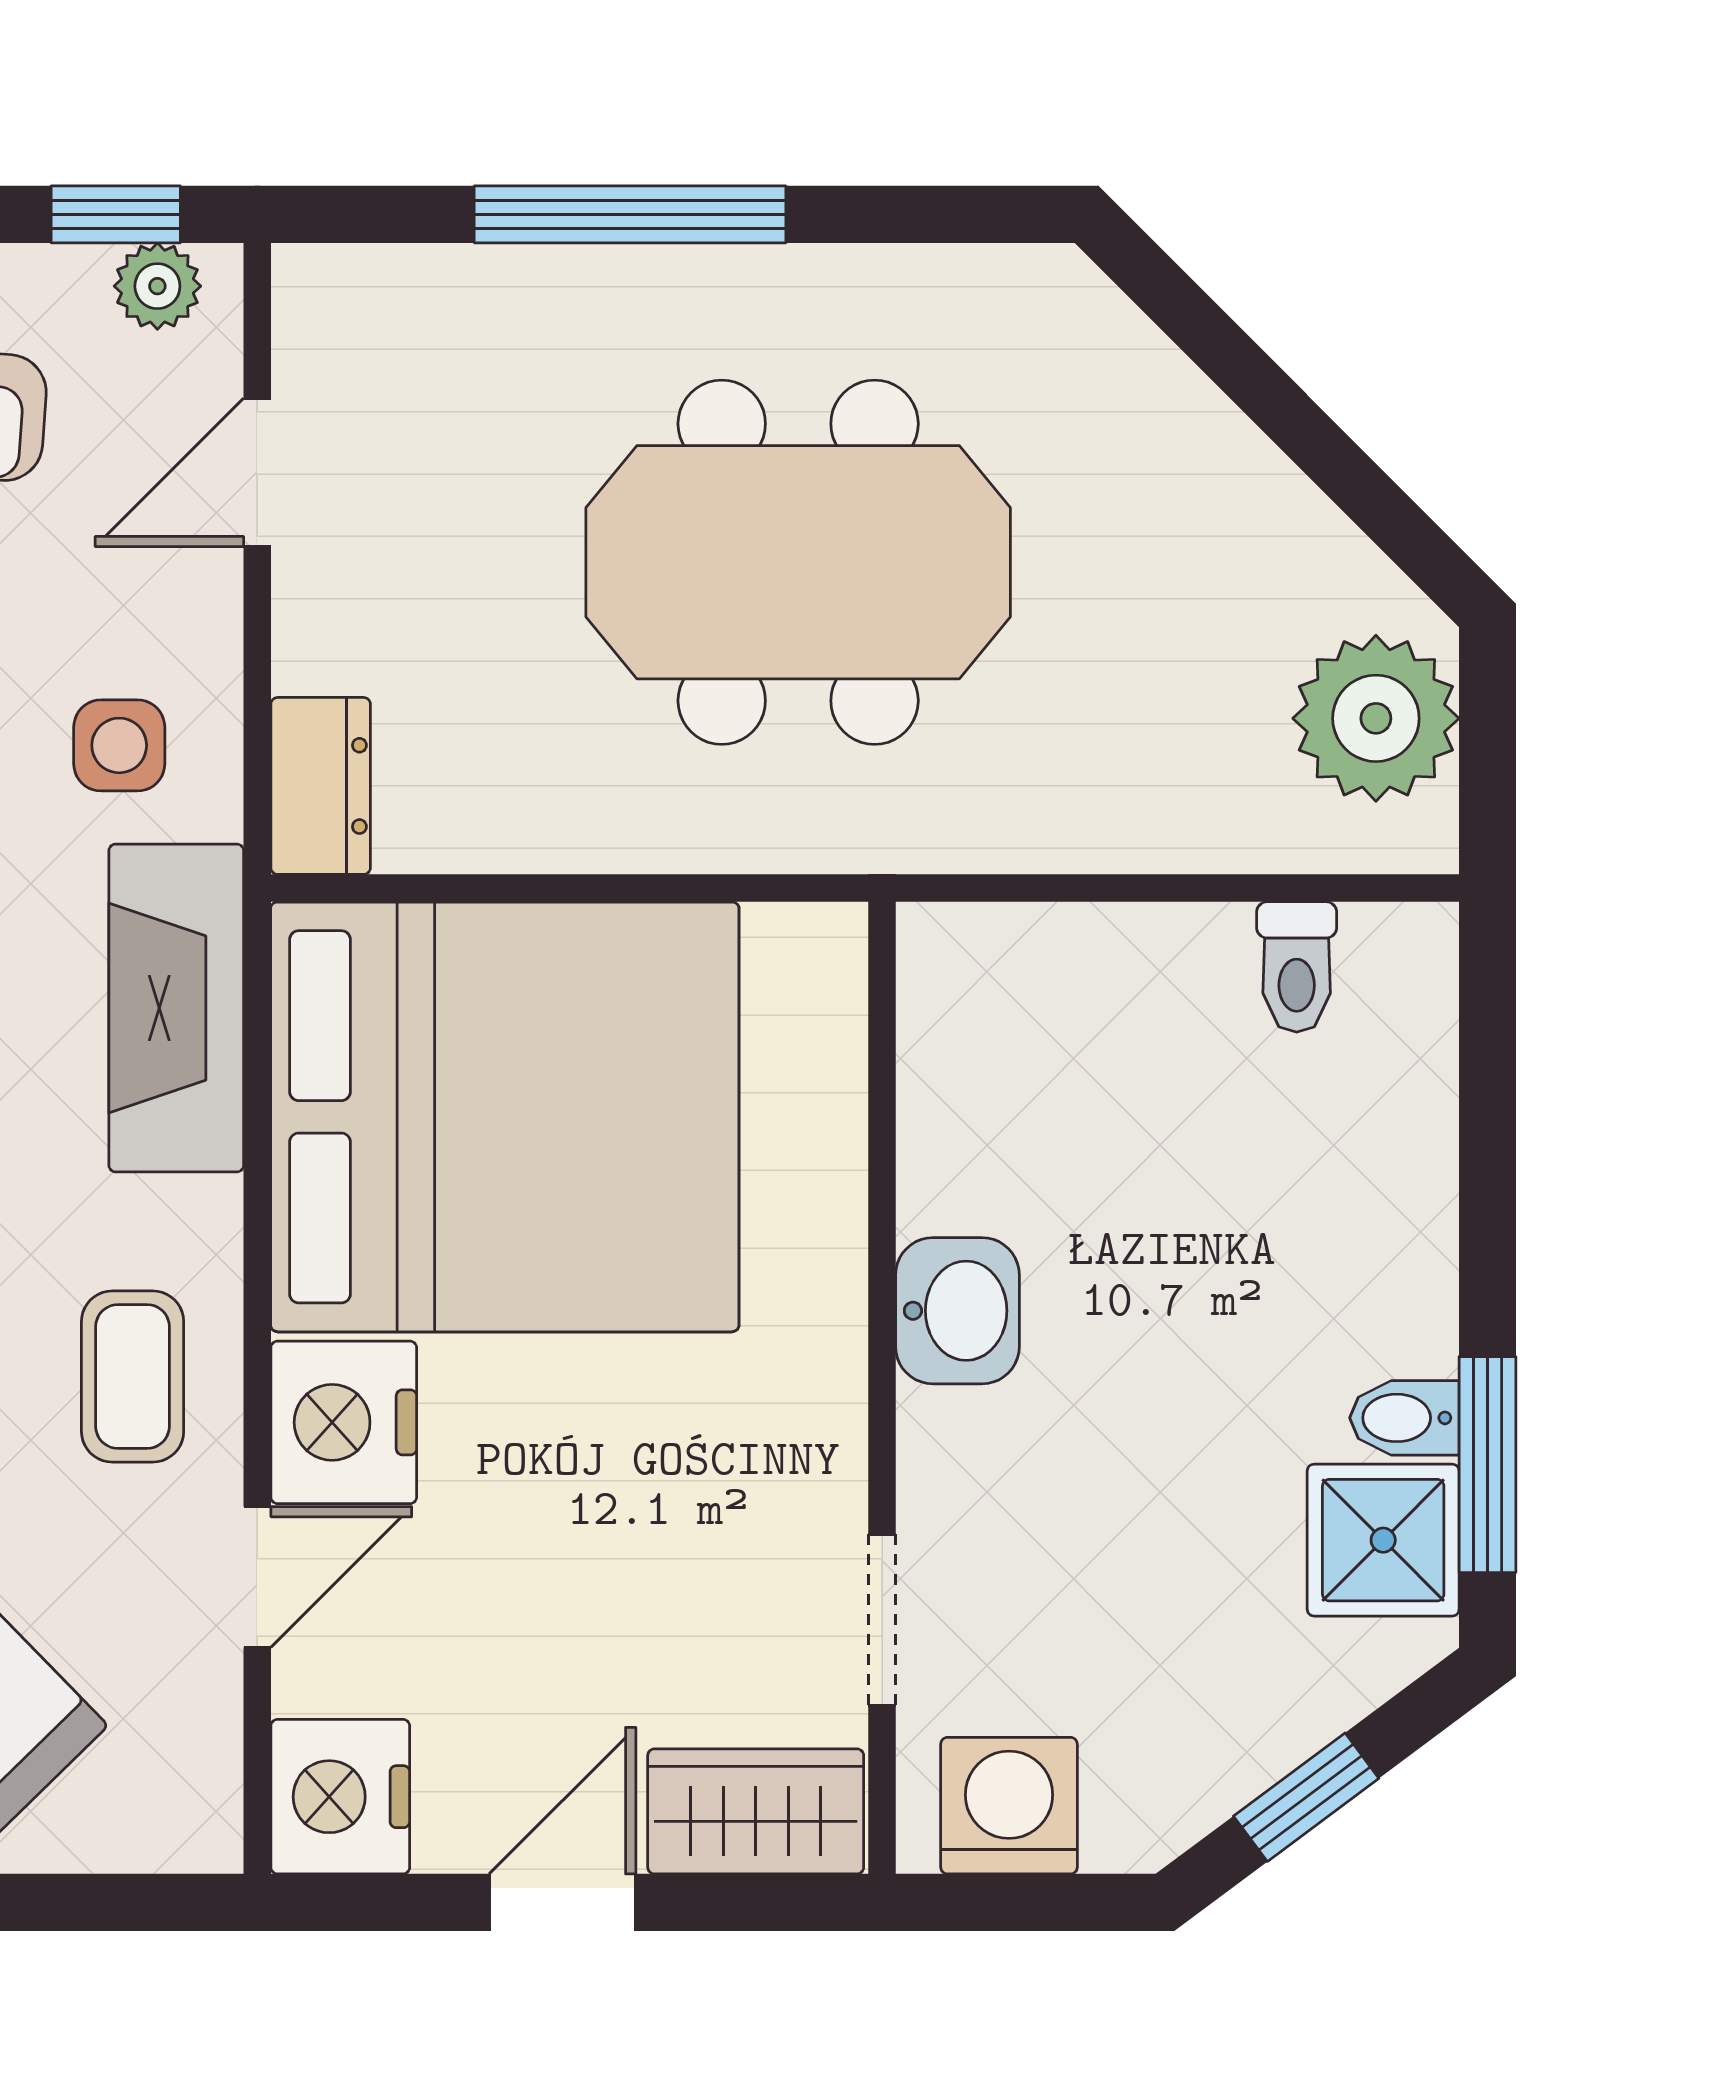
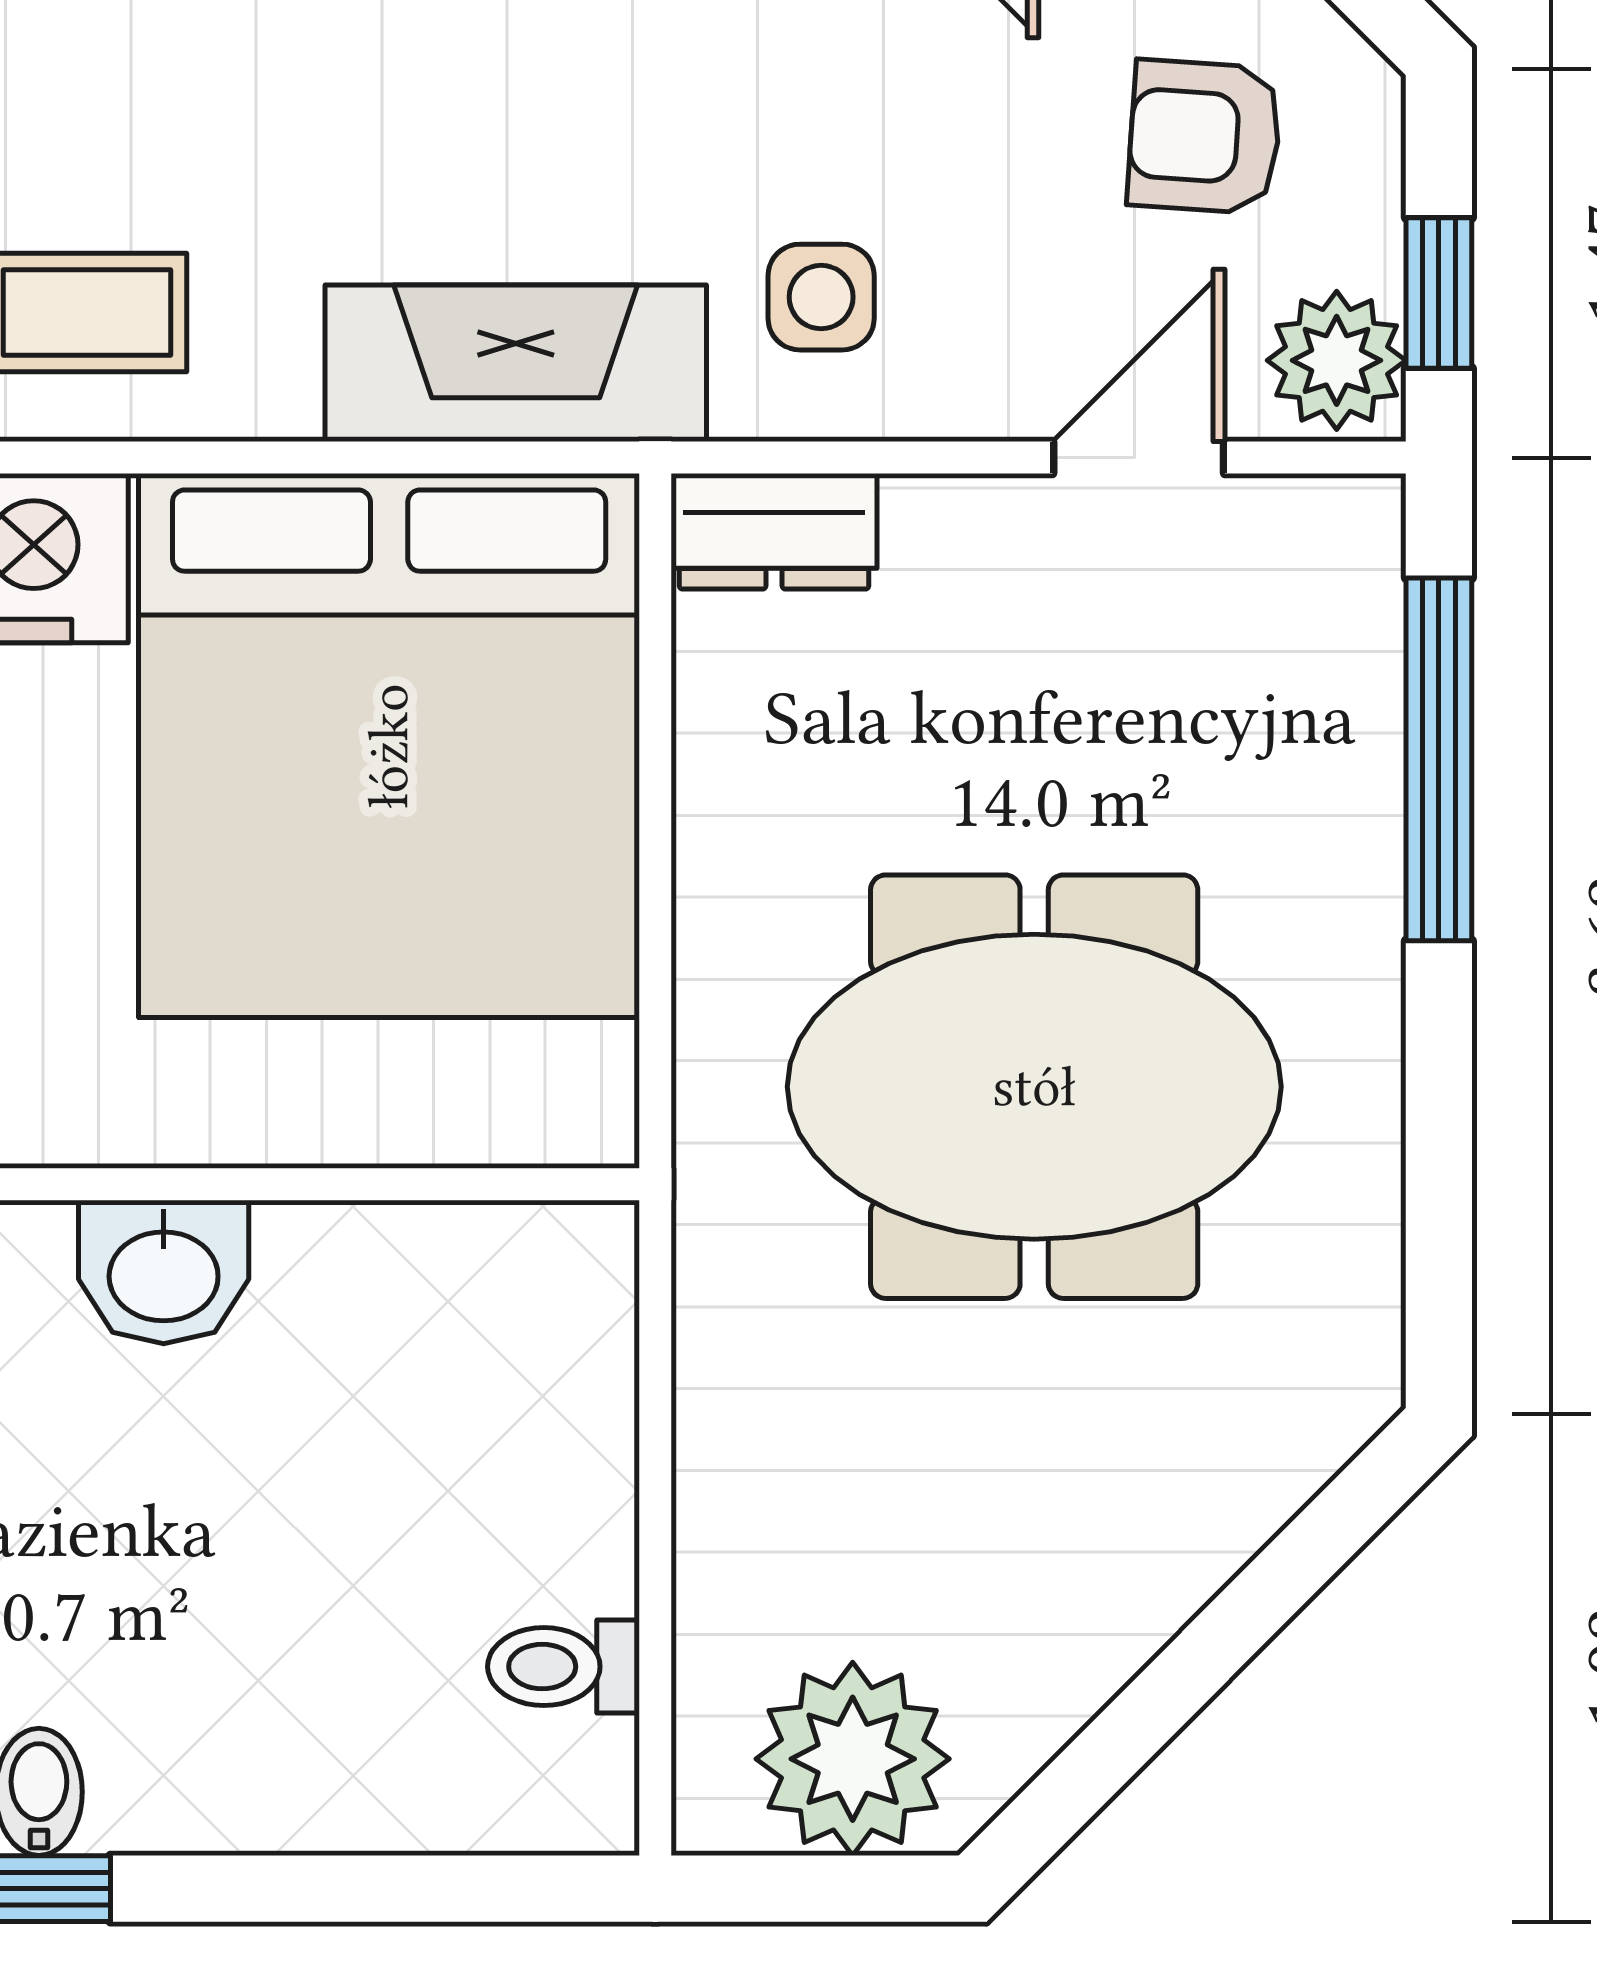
window: (630, 214) -> (1439, 759), moved
plant: (157, 286) -> (1337, 360), width x1.38, depth x1.38
door: (257, 472) -> (1139, 458), hinge flipped
meeting table: (798, 562) -> (1034, 1087), turned 90

